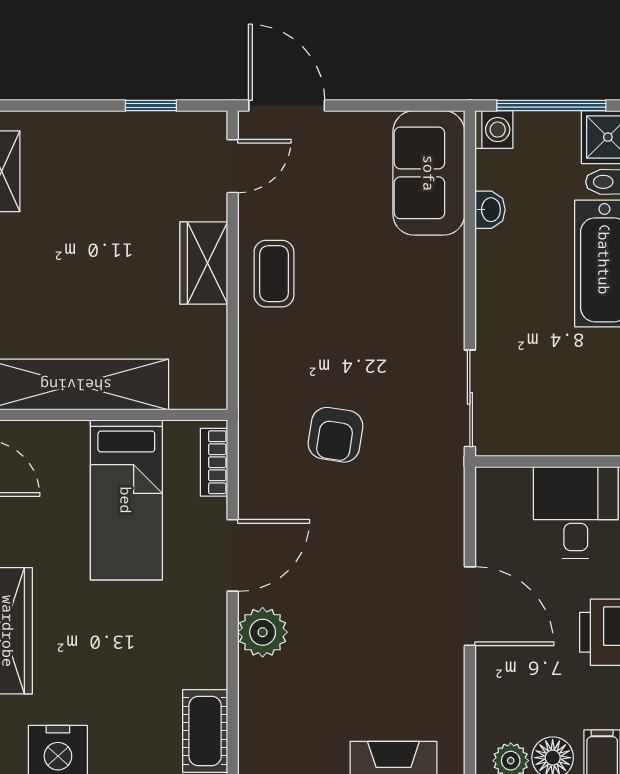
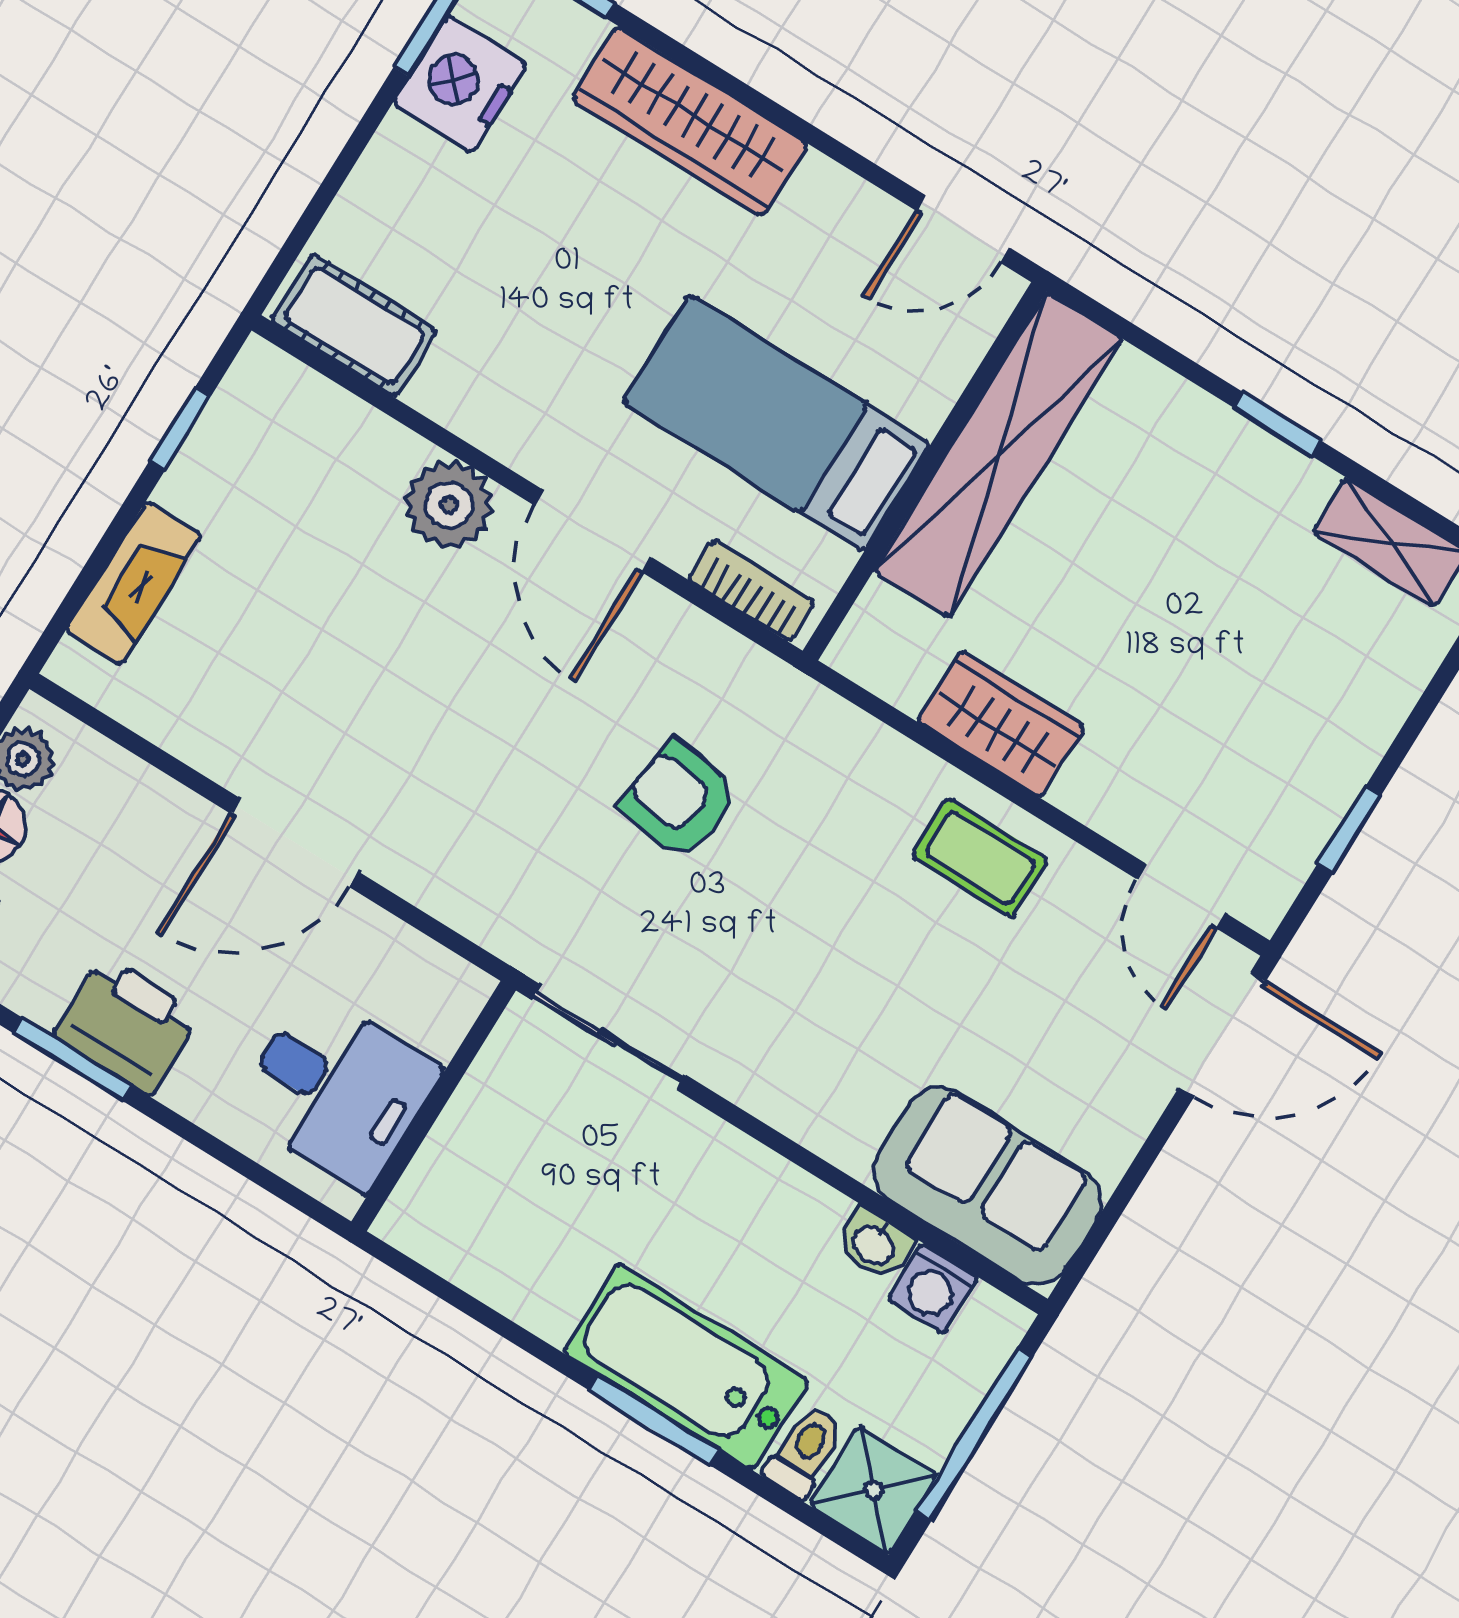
washing machine: (494, 130) -> (933, 1288), moved
wardrobe: (204, 263) -> (1001, 724), moved

